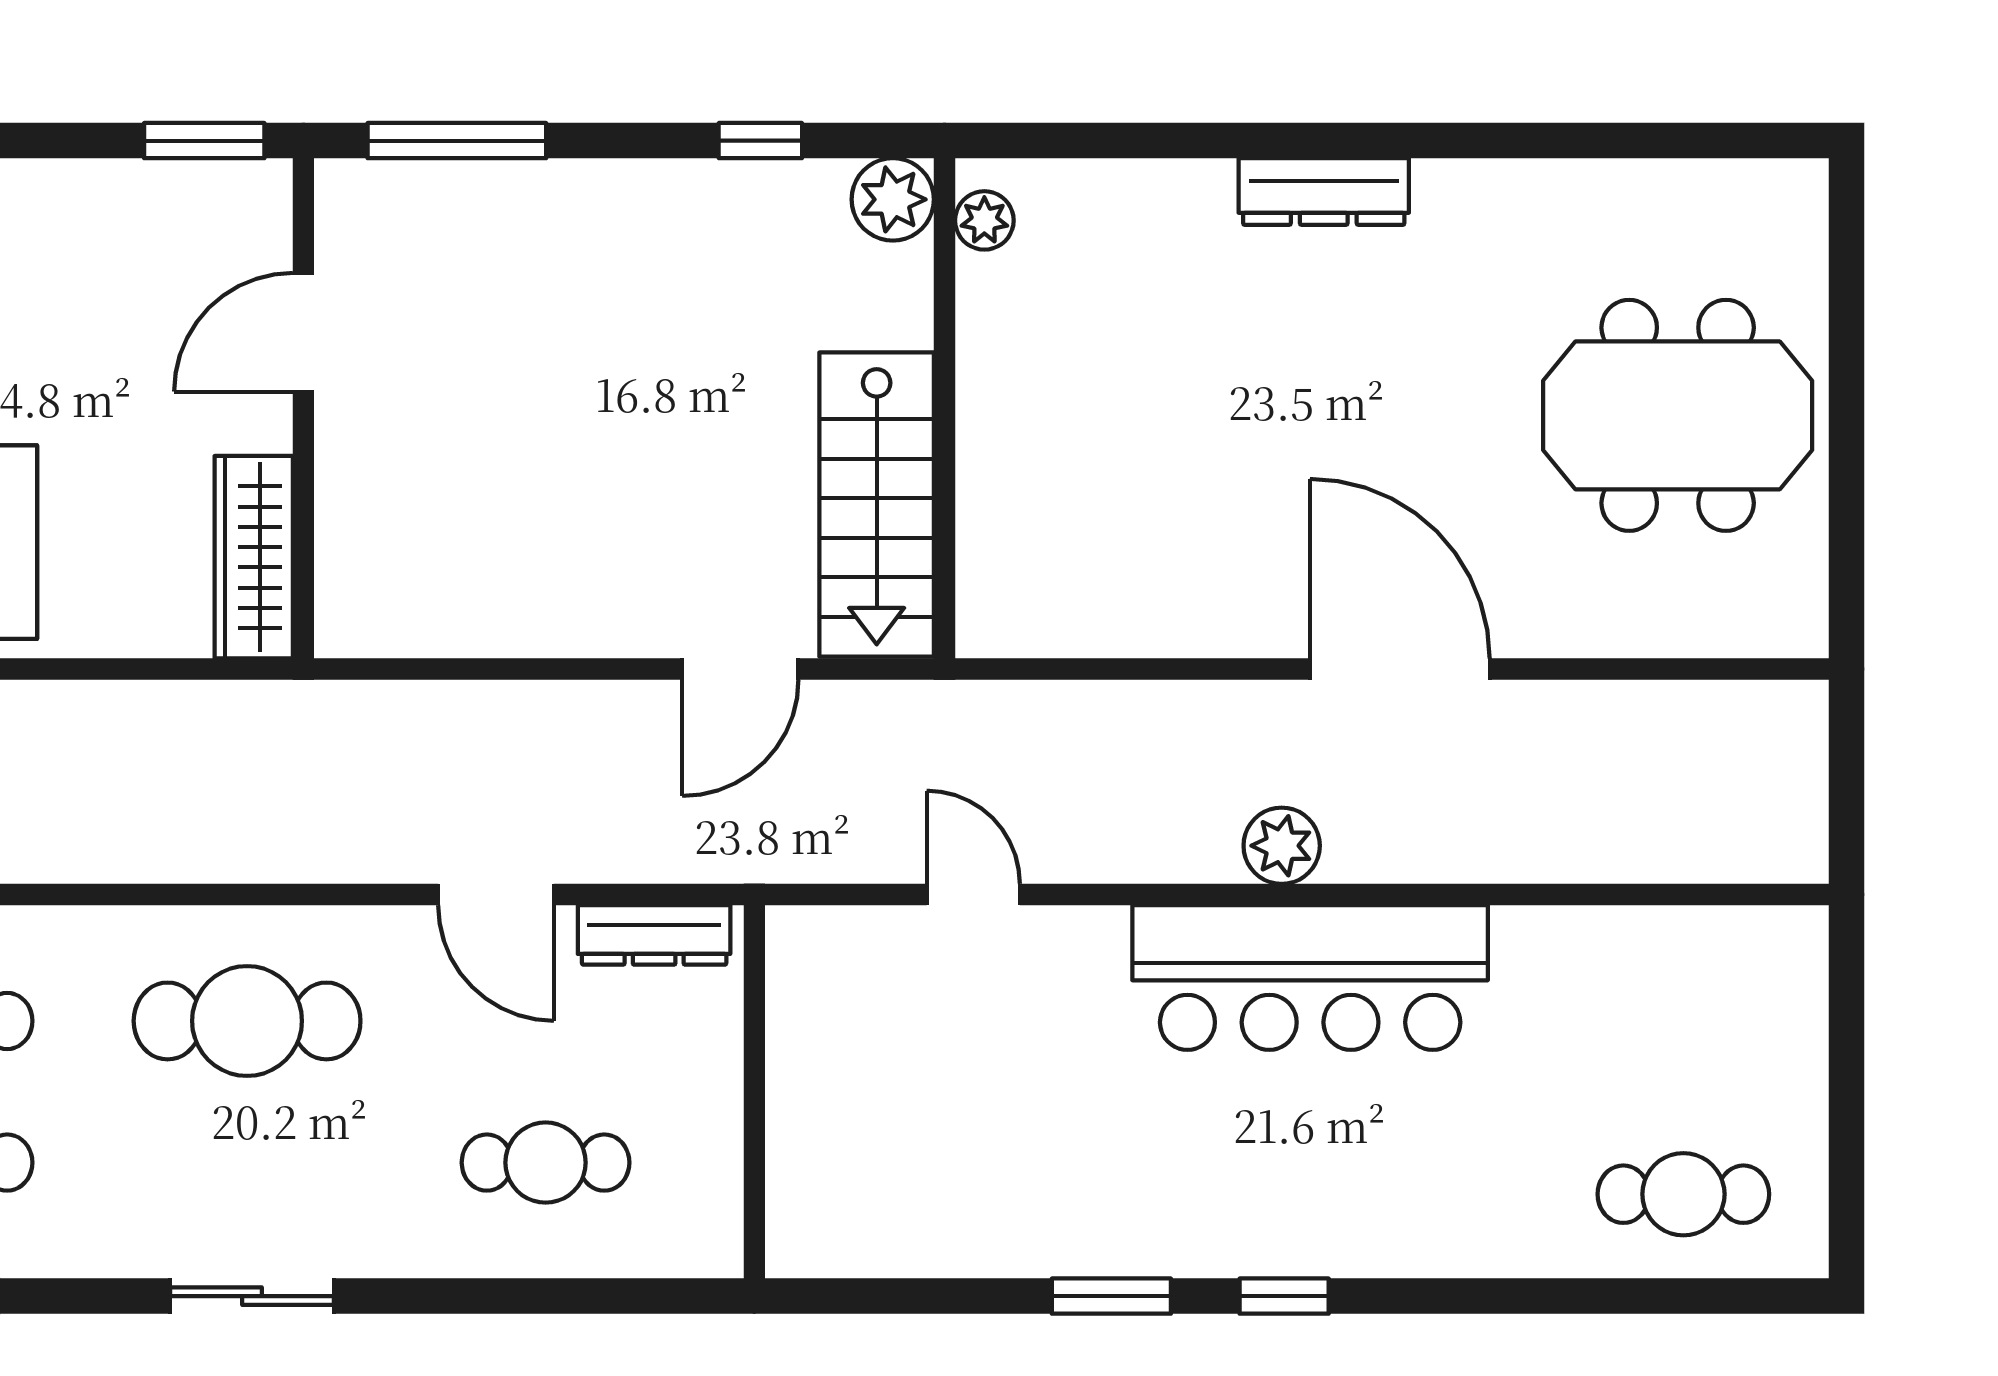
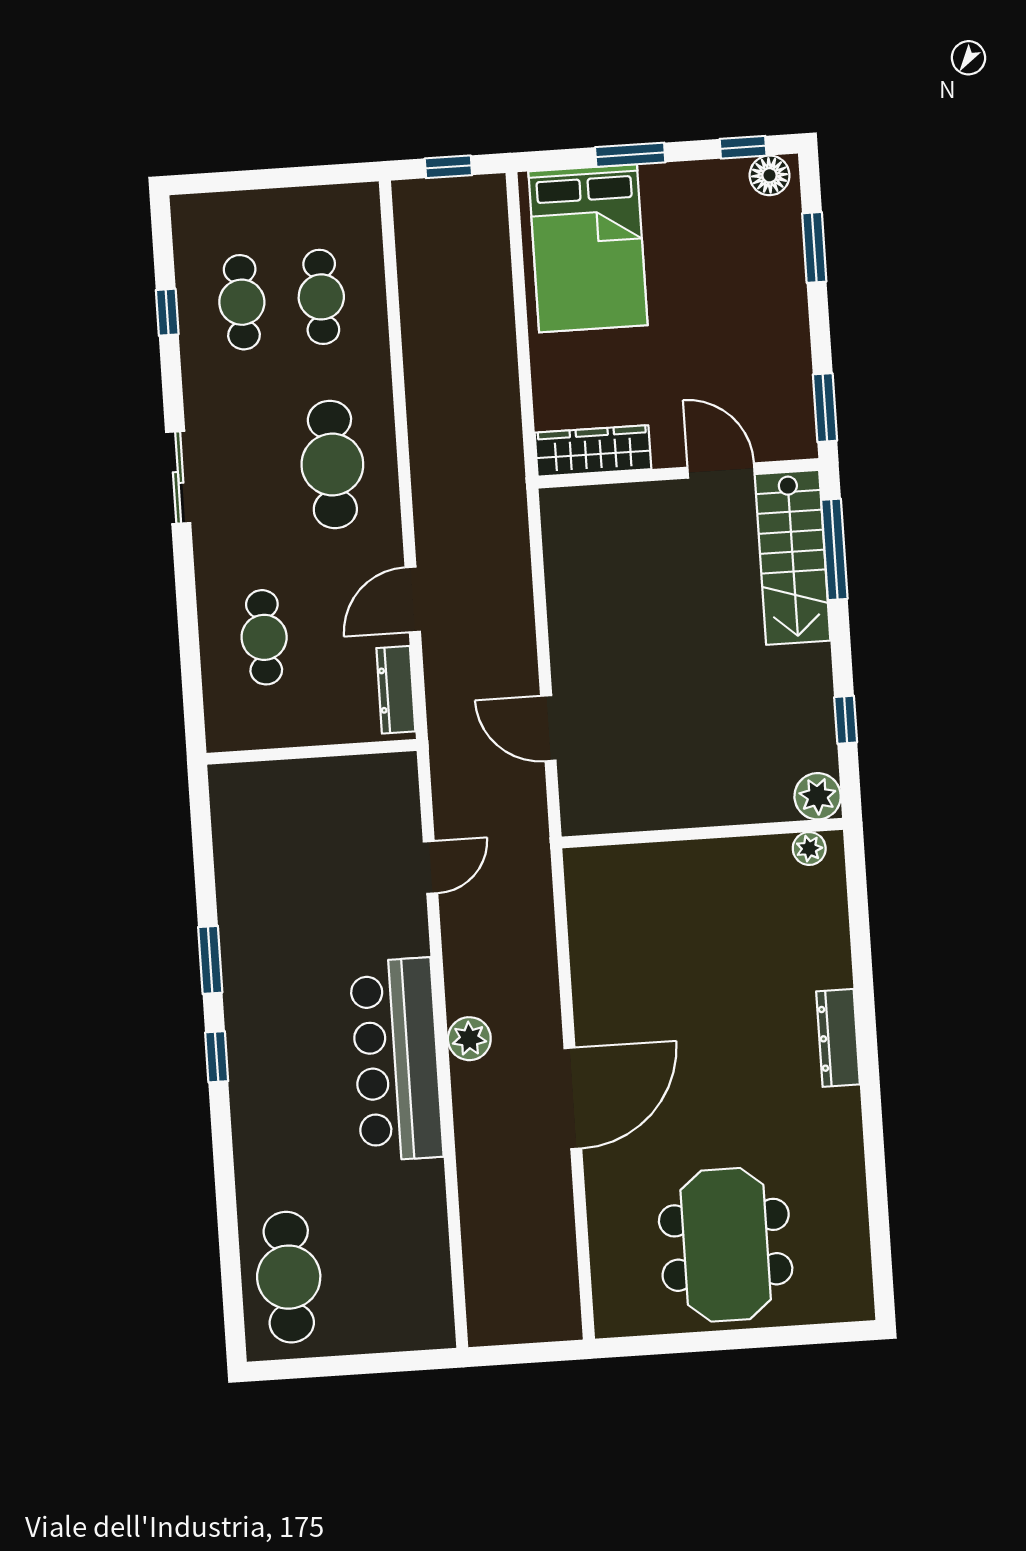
stairs: (877, 505) -> (793, 557), moved, turned -90
cafe table: (1683, 1194) -> (289, 1277), width x1.37, depth x1.35

